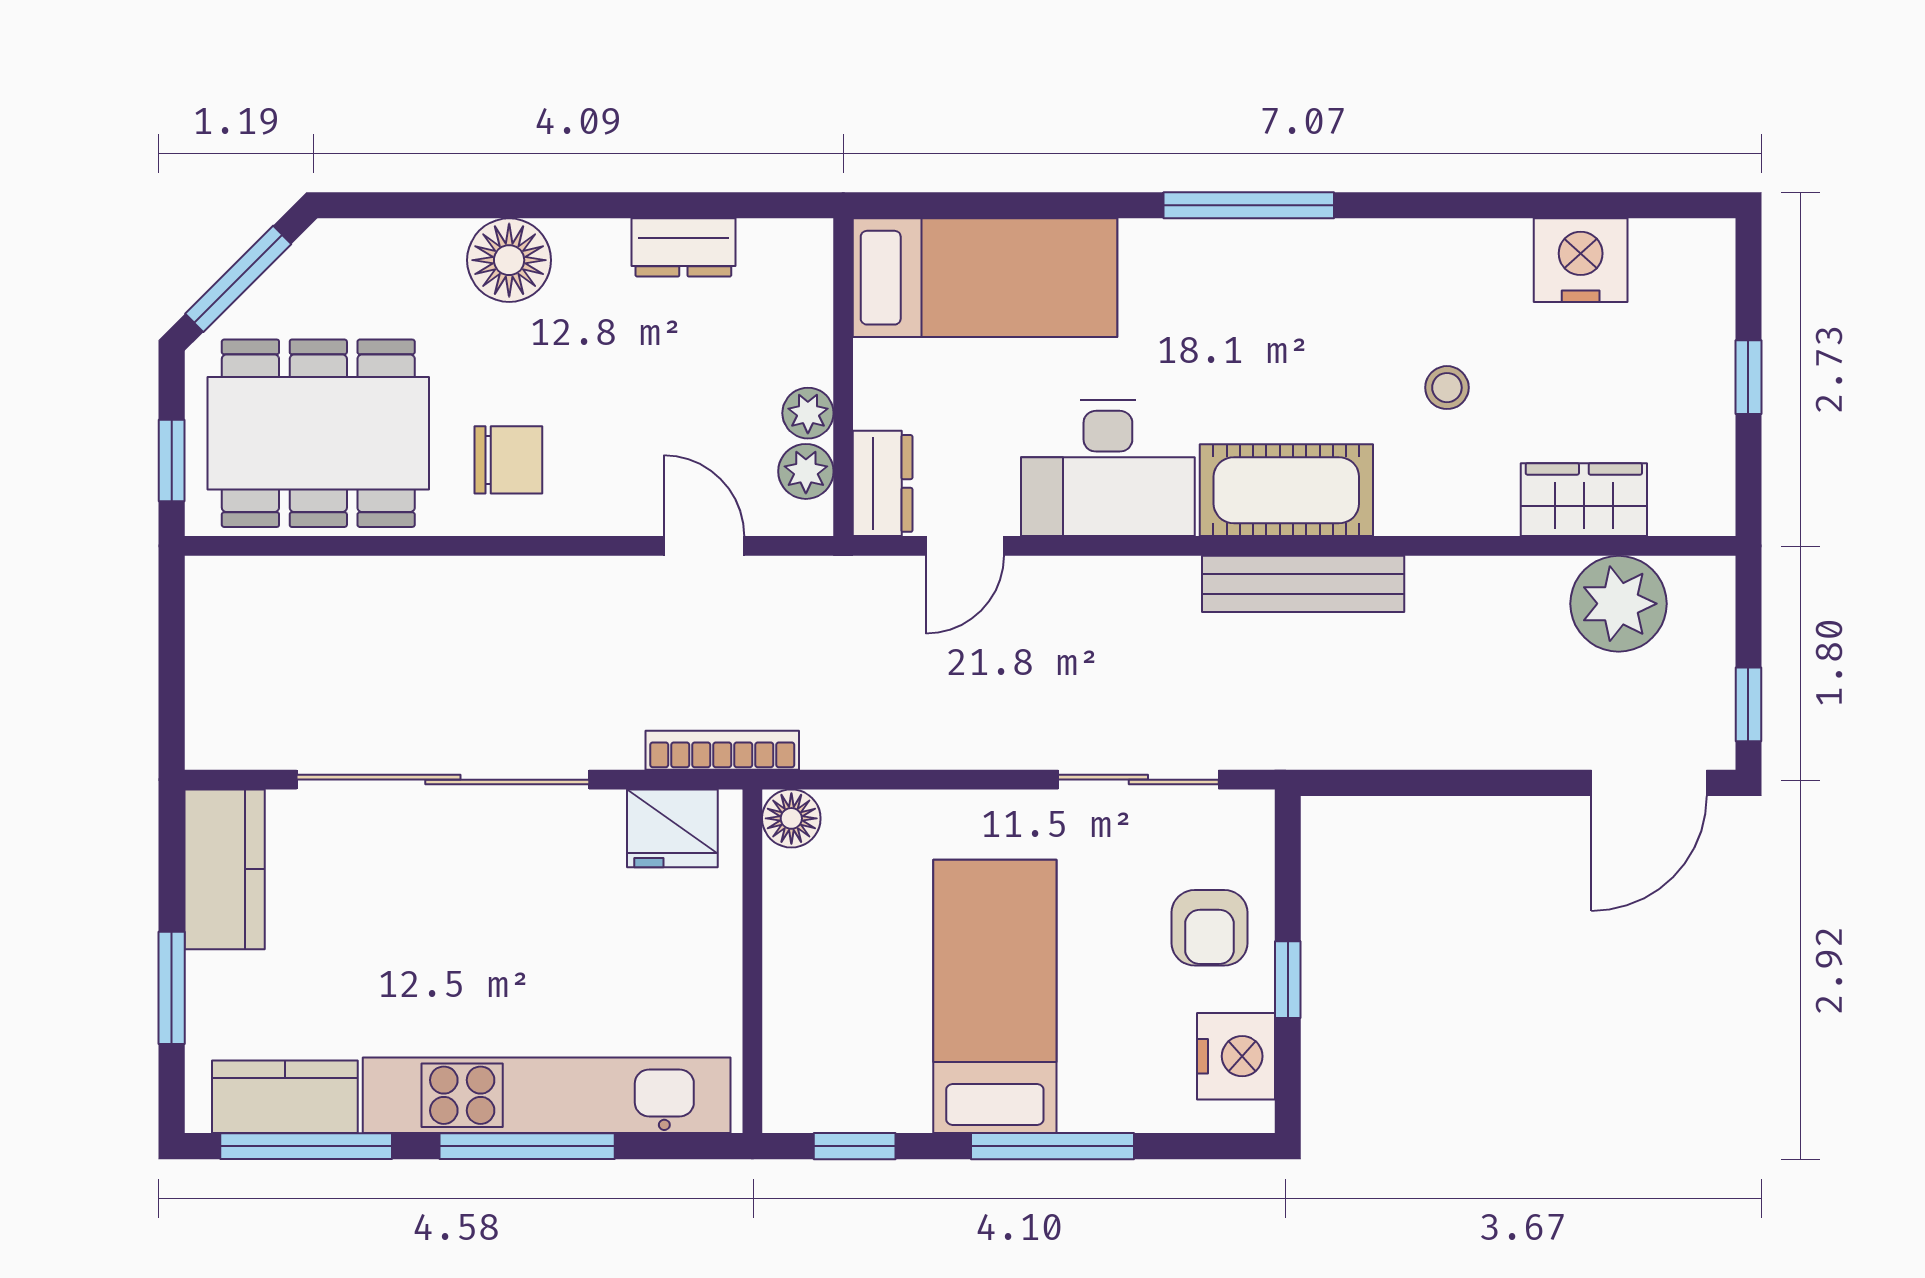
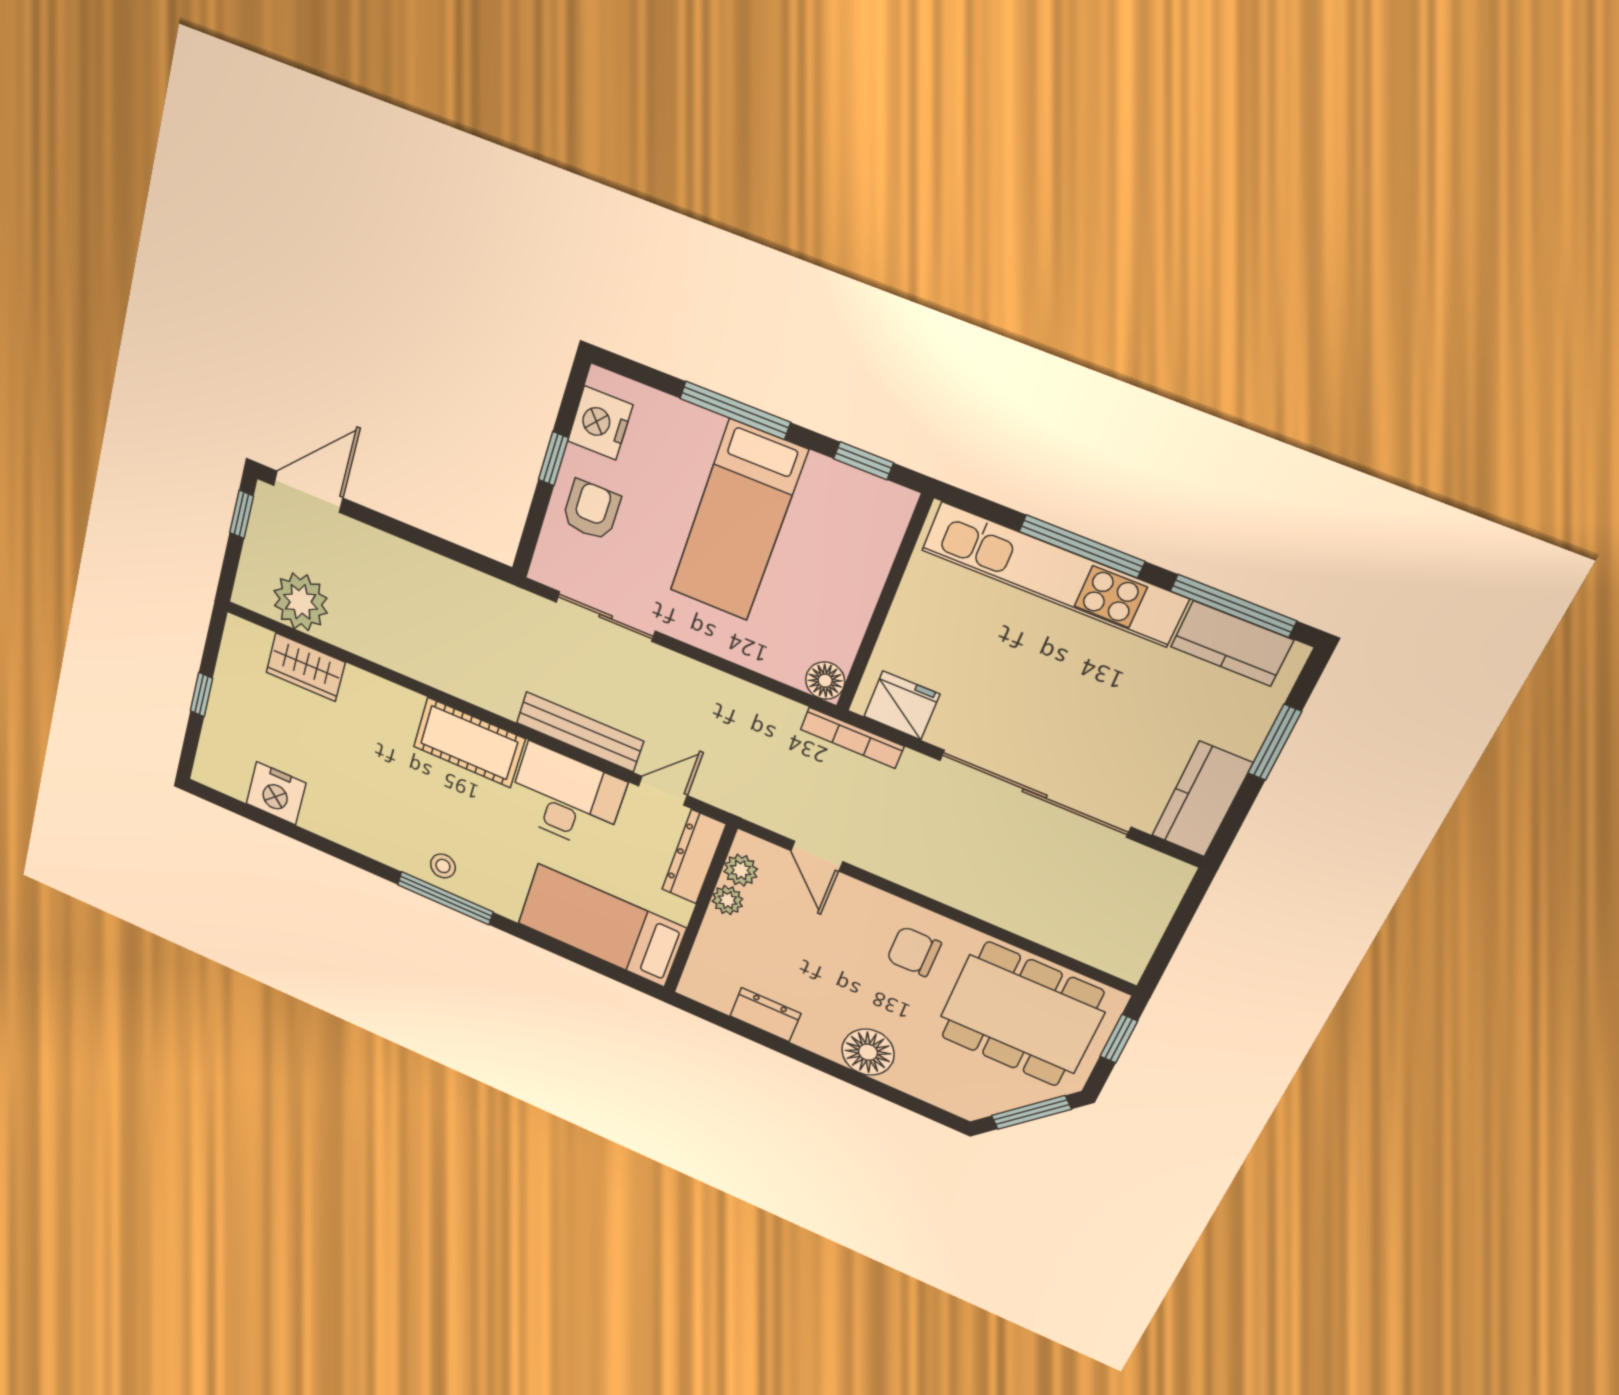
stool: (1447, 388) -> (443, 866), moved
dresser: (883, 483) -> (694, 857), width x1.44
bench: (1303, 584) -> (580, 732), moved

